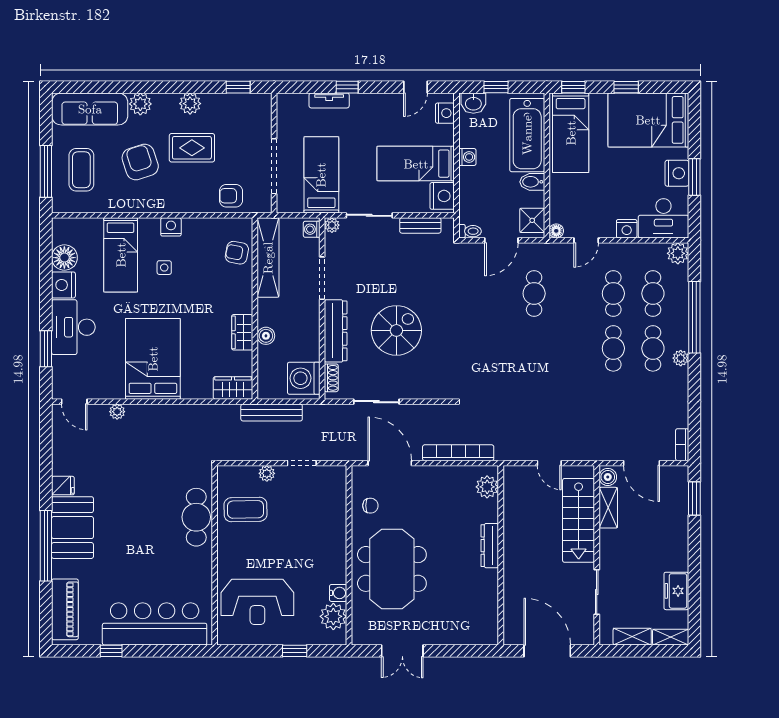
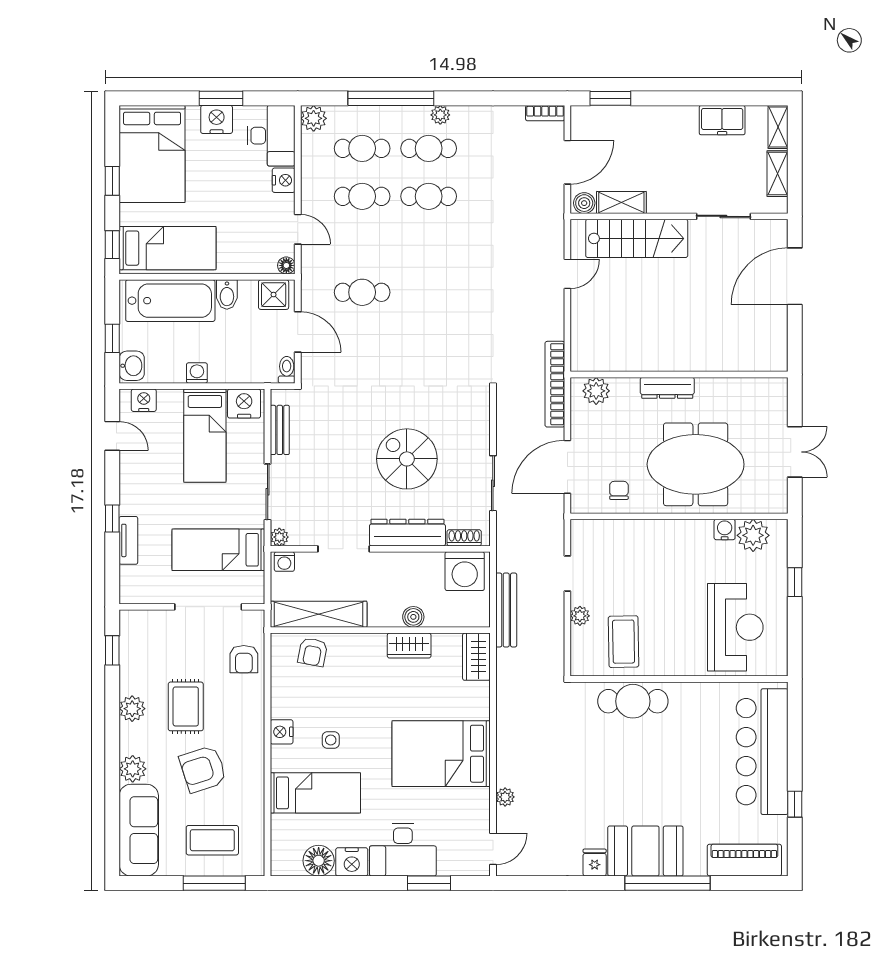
plant: (487, 487) -> (596, 391), moved
dresser: (490, 546) -> (667, 388), moved
wall: (501, 555) -> (679, 375), moved

